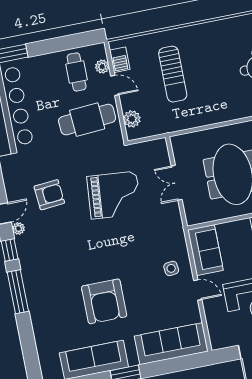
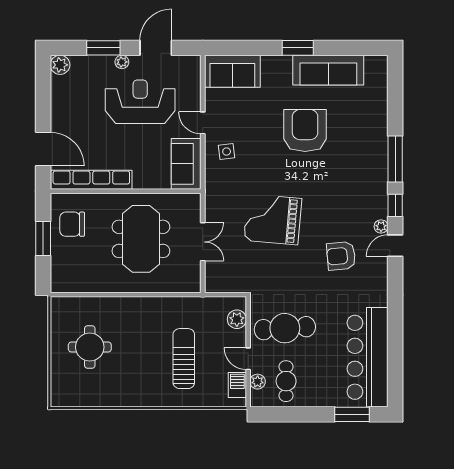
grand piano: (114, 195) -> (273, 219), moved
sofa: (171, 344) -> (232, 71), width x0.73

